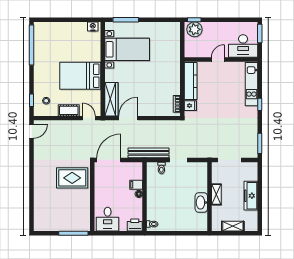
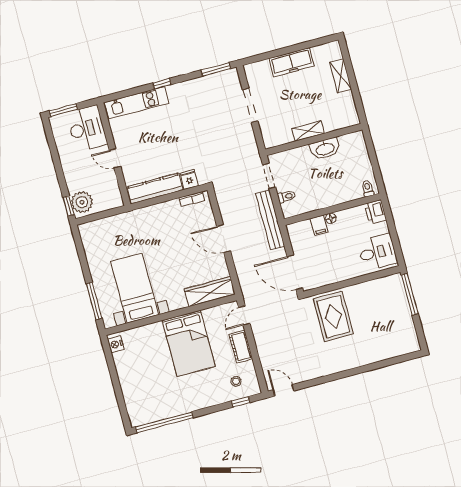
door: (128, 118) -> (224, 239), moved
shelving: (216, 194) -> (308, 131), moved
wall: (209, 197) -> (314, 140), moved
washbasin: (201, 202) -> (325, 149), moved

